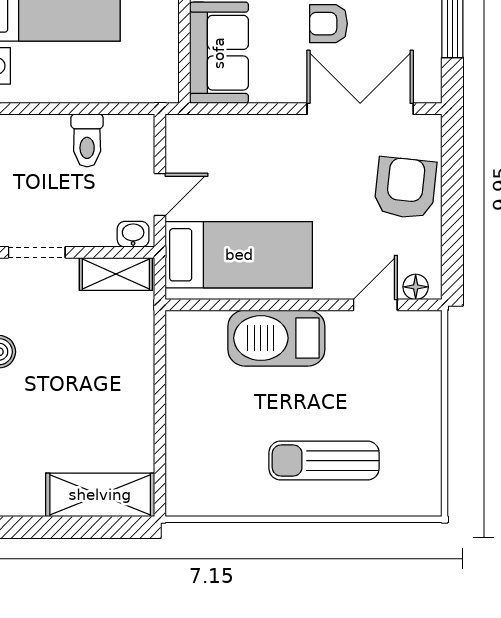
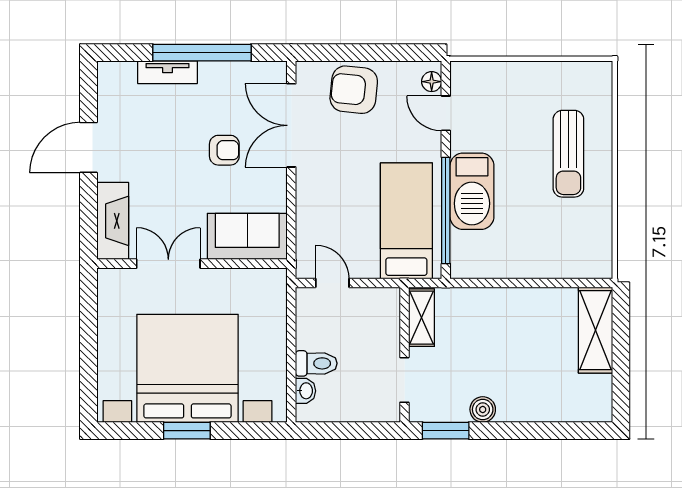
armchair: (328, 24) -> (224, 150), turned -90
toilet: (87, 140) -> (316, 363), moved
door: (160, 195) -> (332, 283), moved
washbasin: (133, 234) -> (306, 391), moved, turned 180
window: (252, 305) -> (446, 210), added

